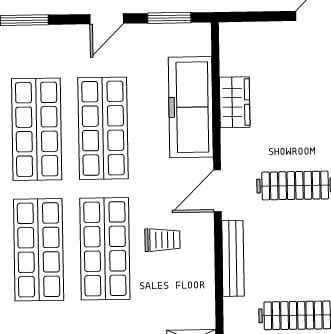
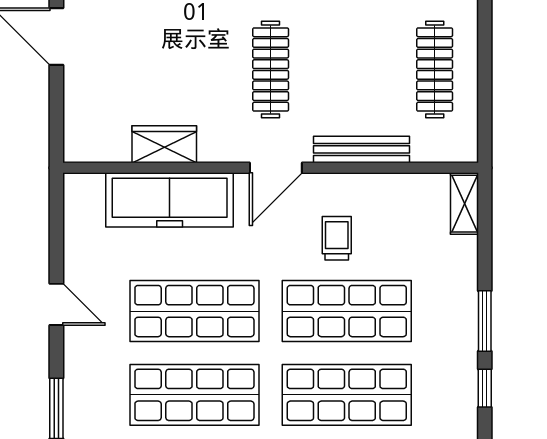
window: (169, 18) -> (56, 225), removed
door: (217, 191) -> (276, 168), hinge flipped

